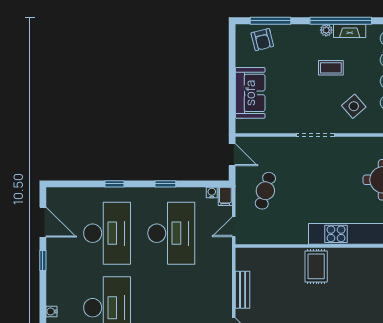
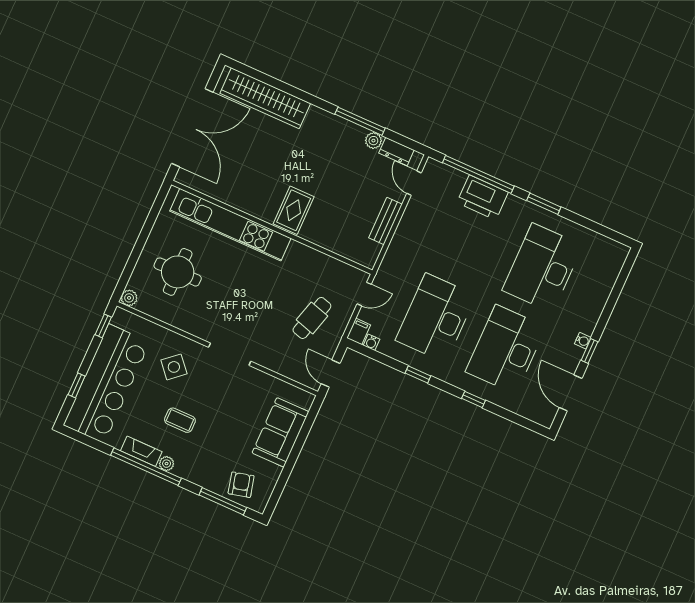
water cooler: (51, 312) -> (583, 341), moved

